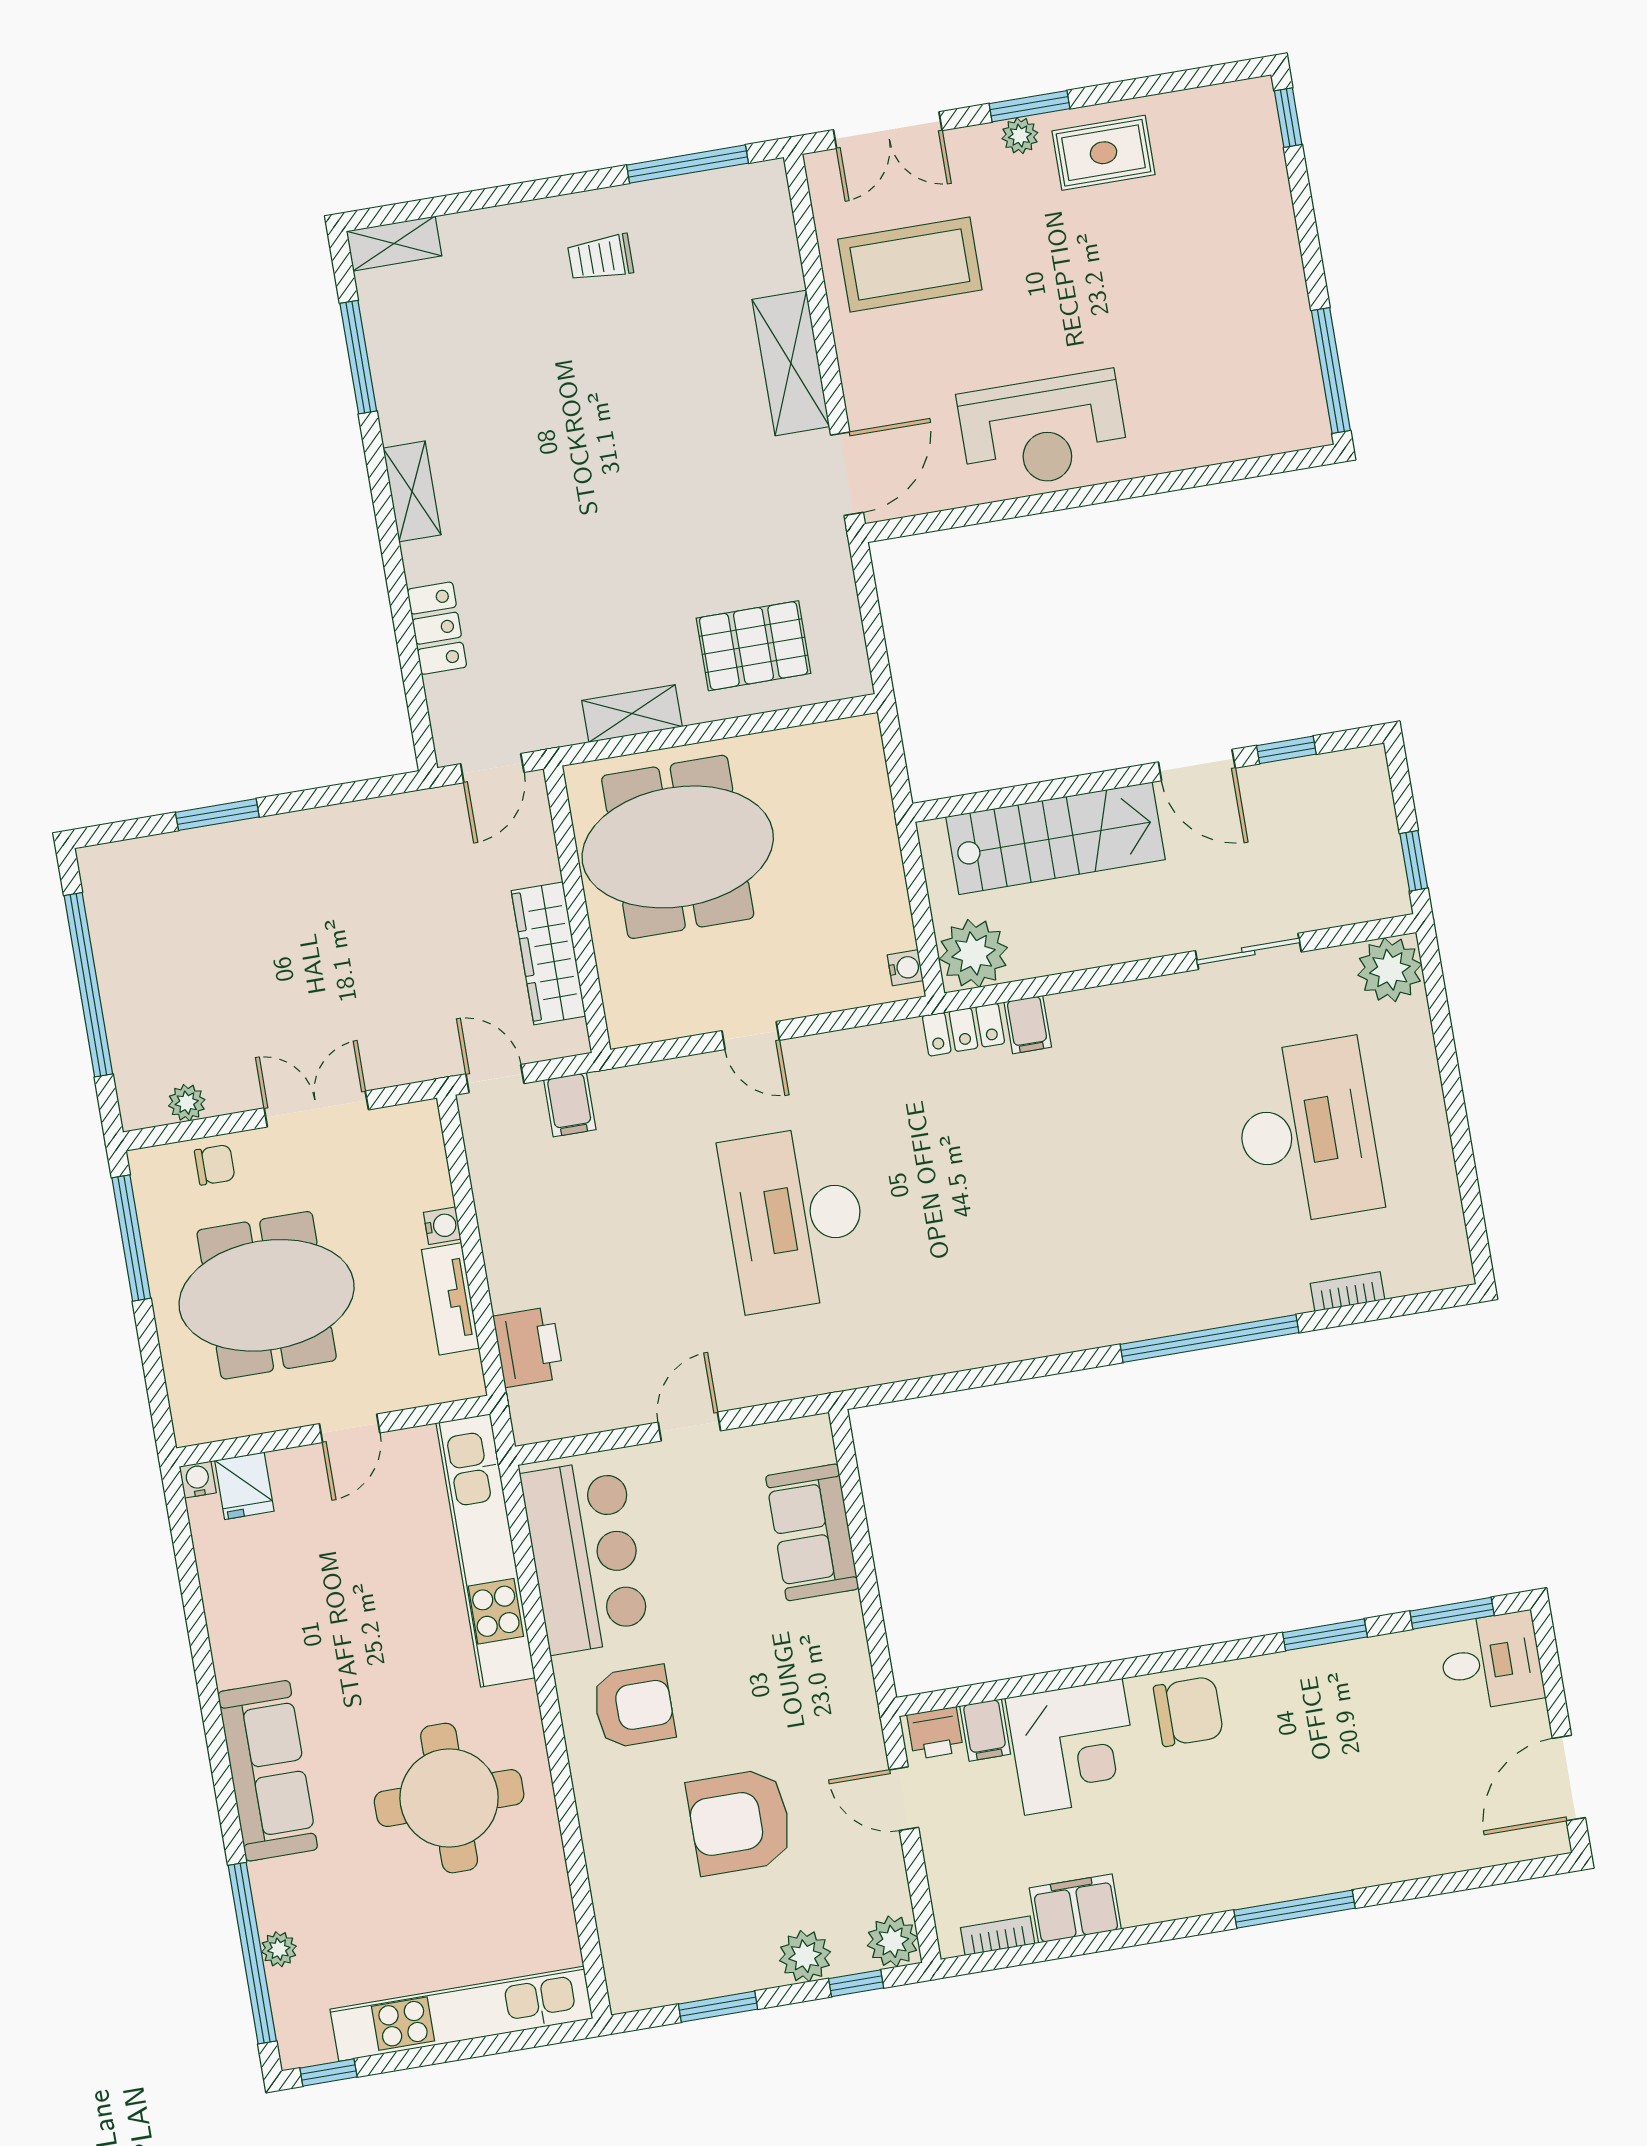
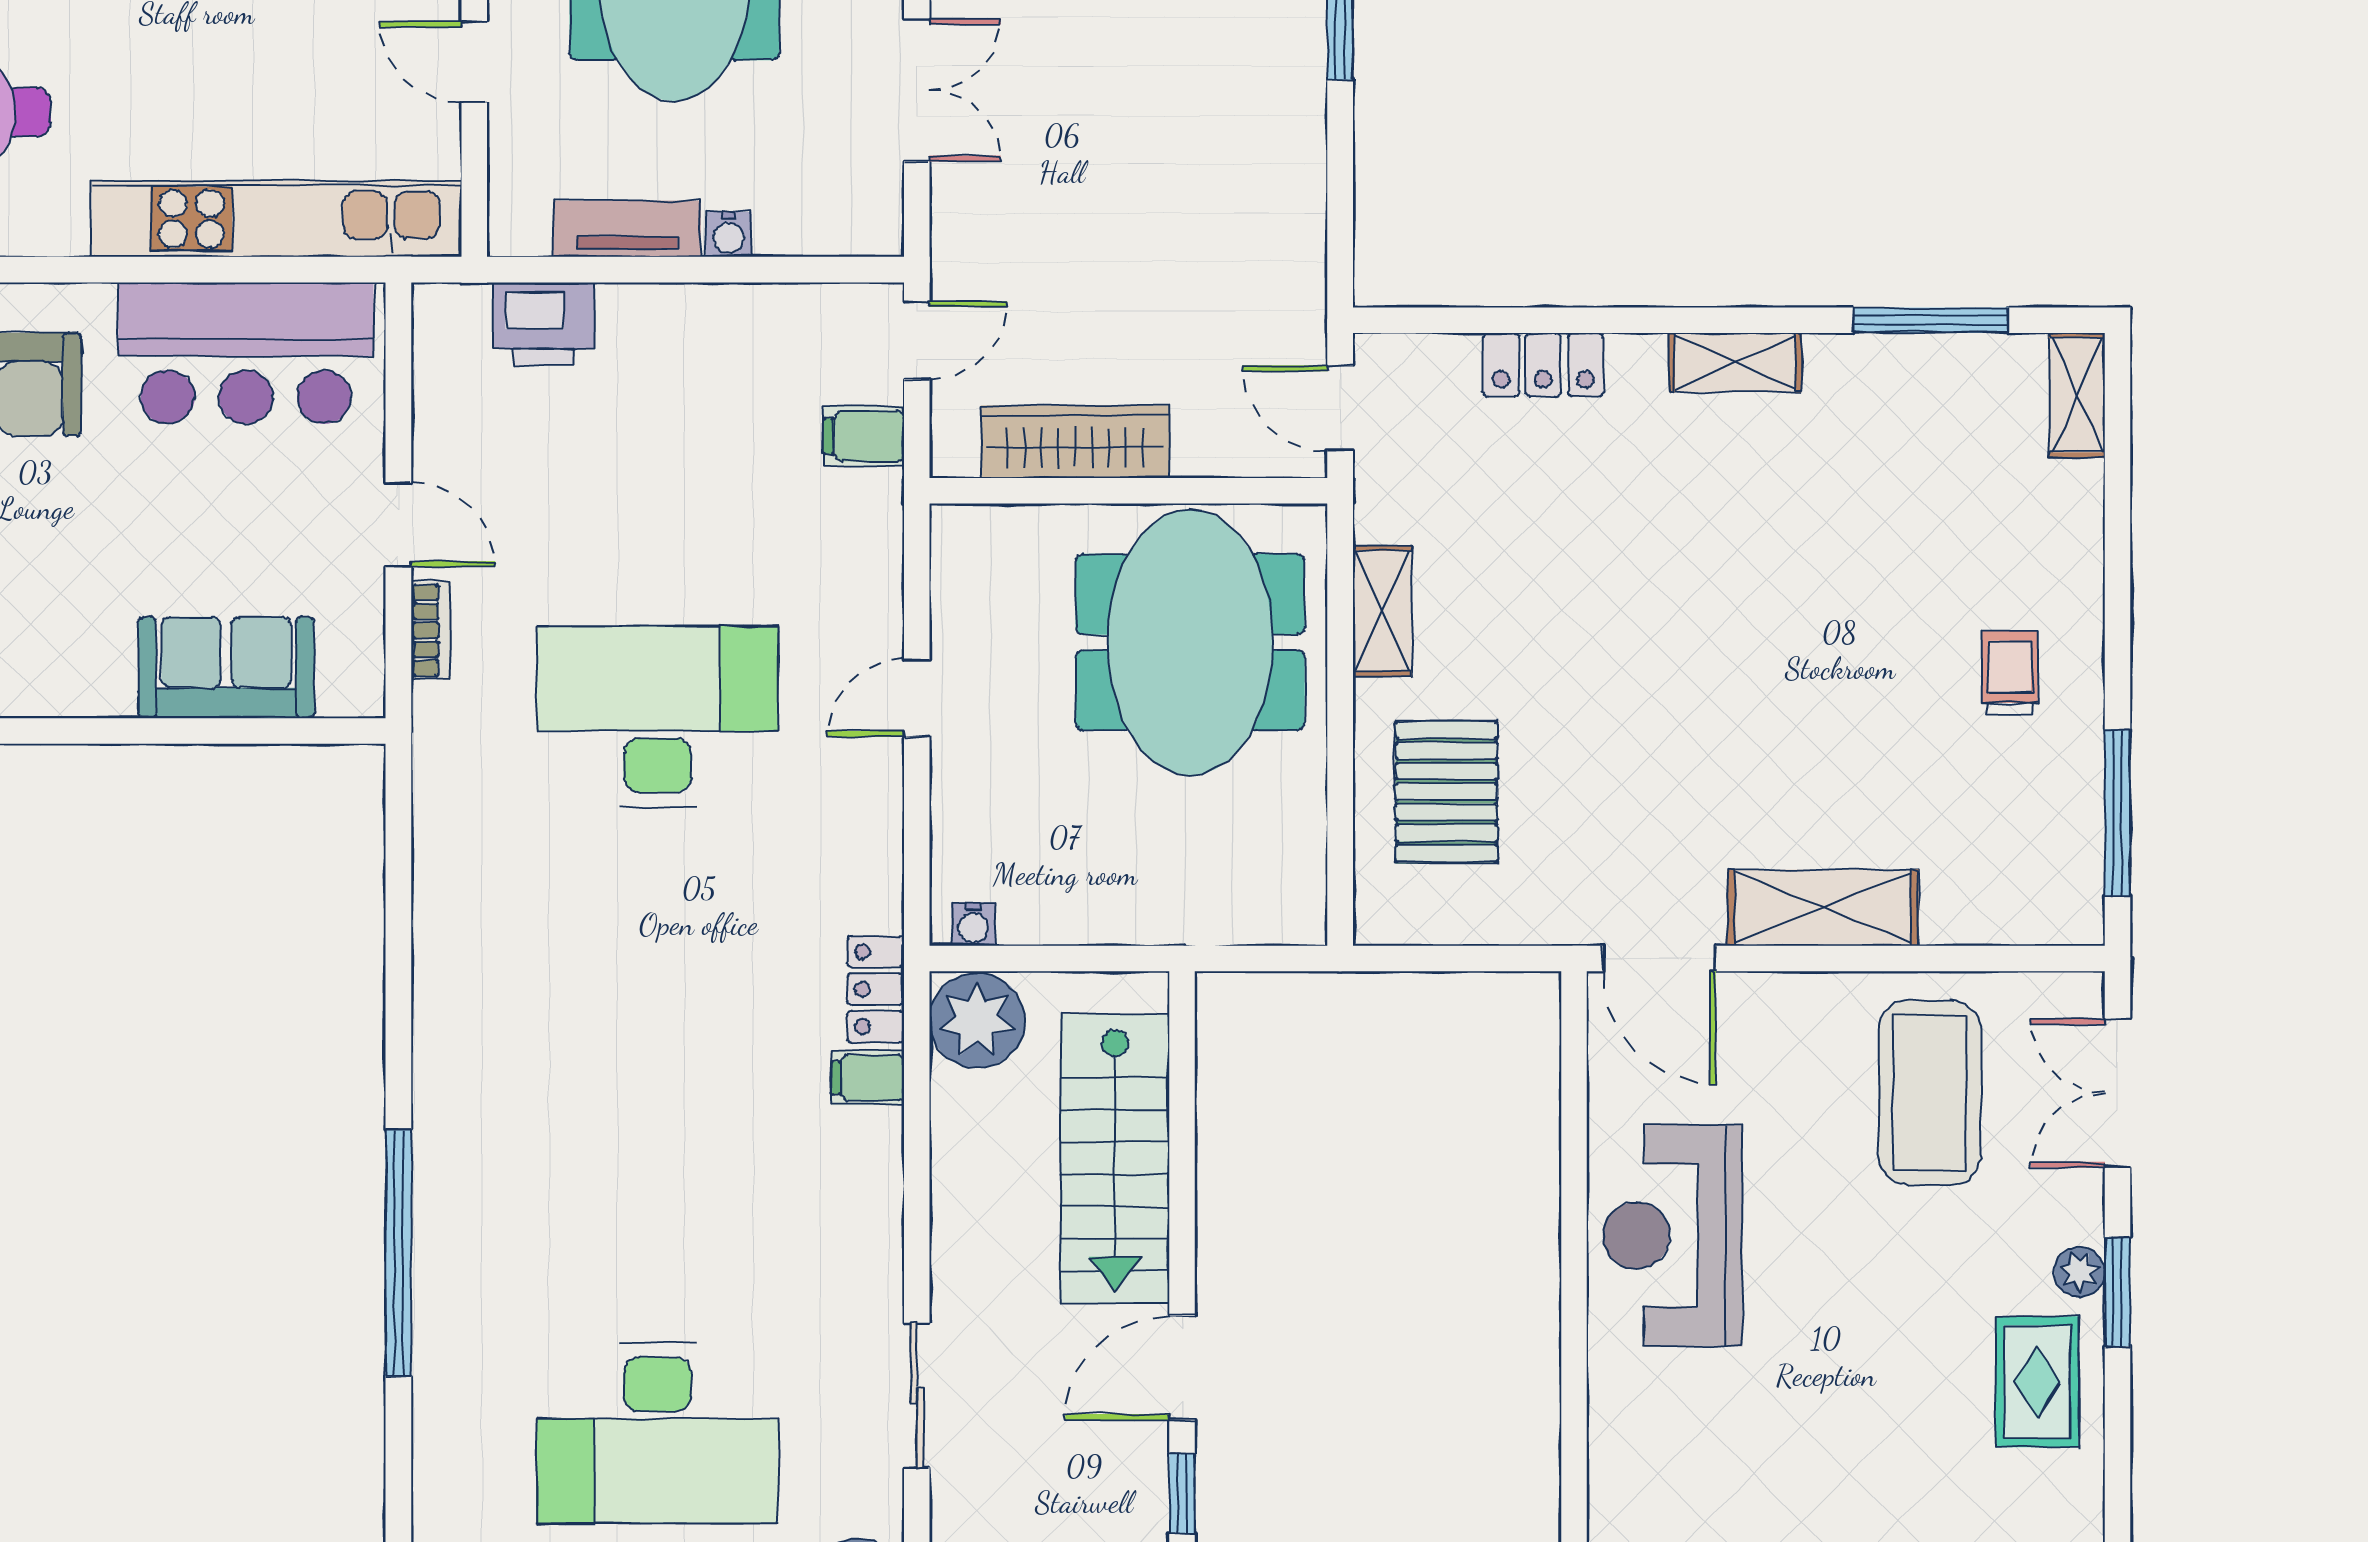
bookcase: (1347, 1292) -> (431, 630), moved

